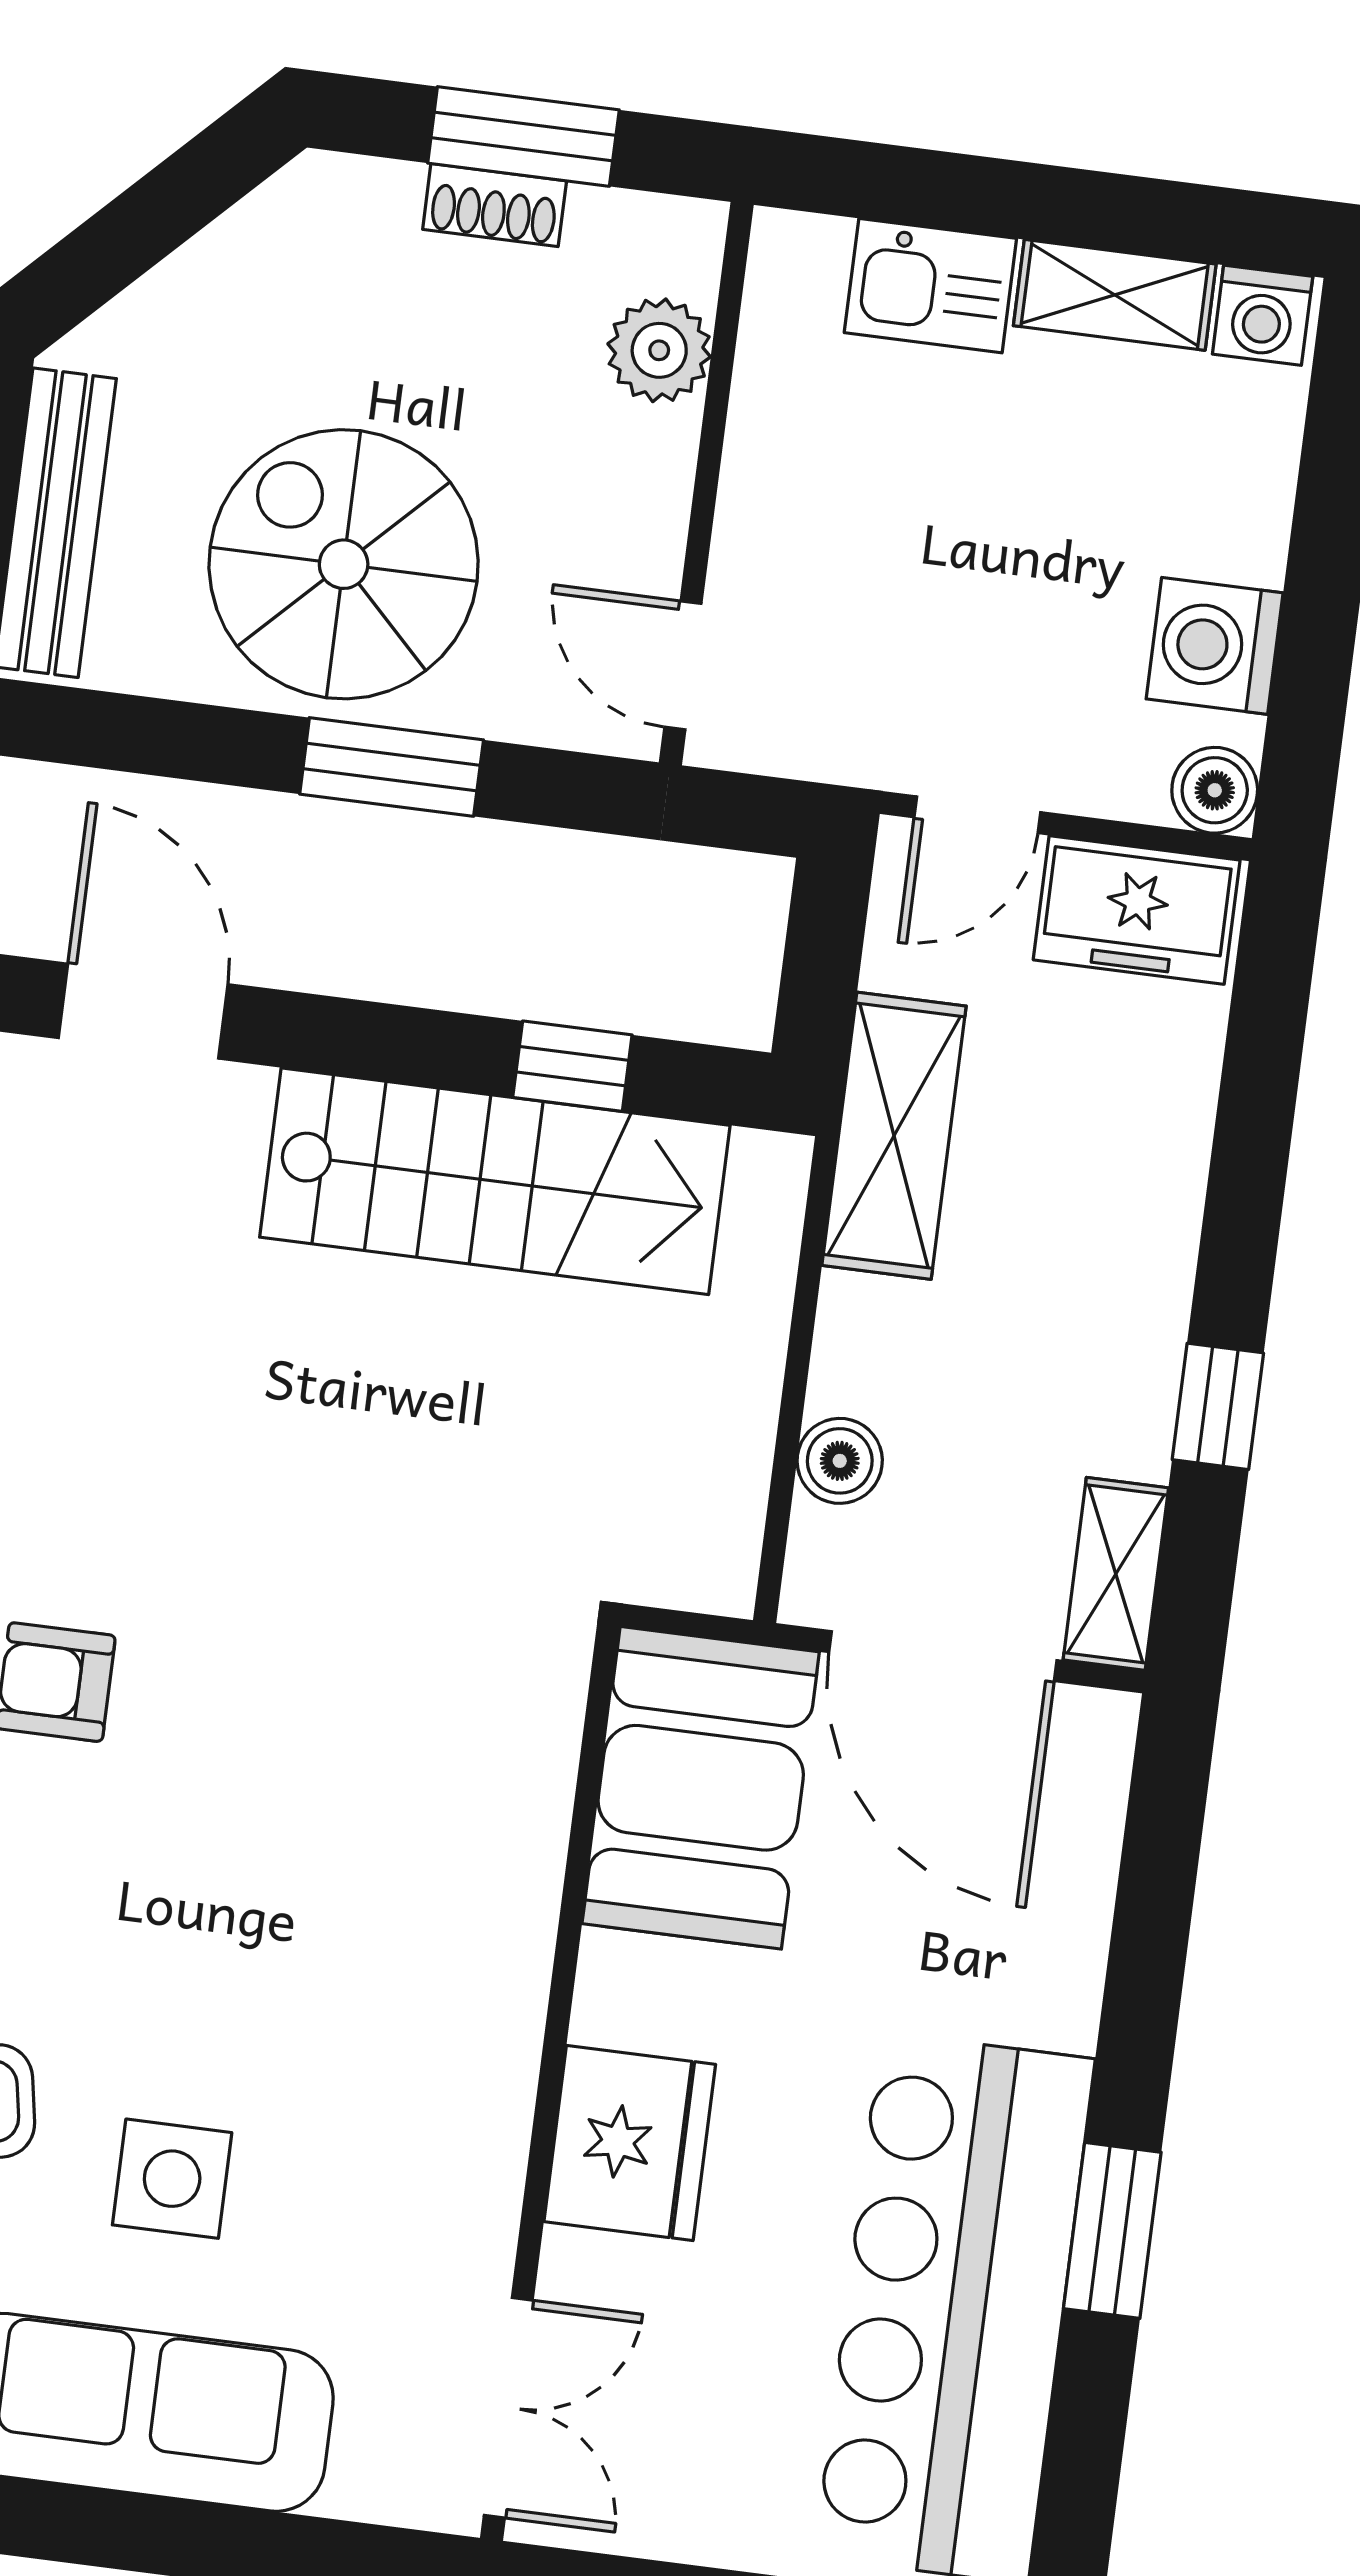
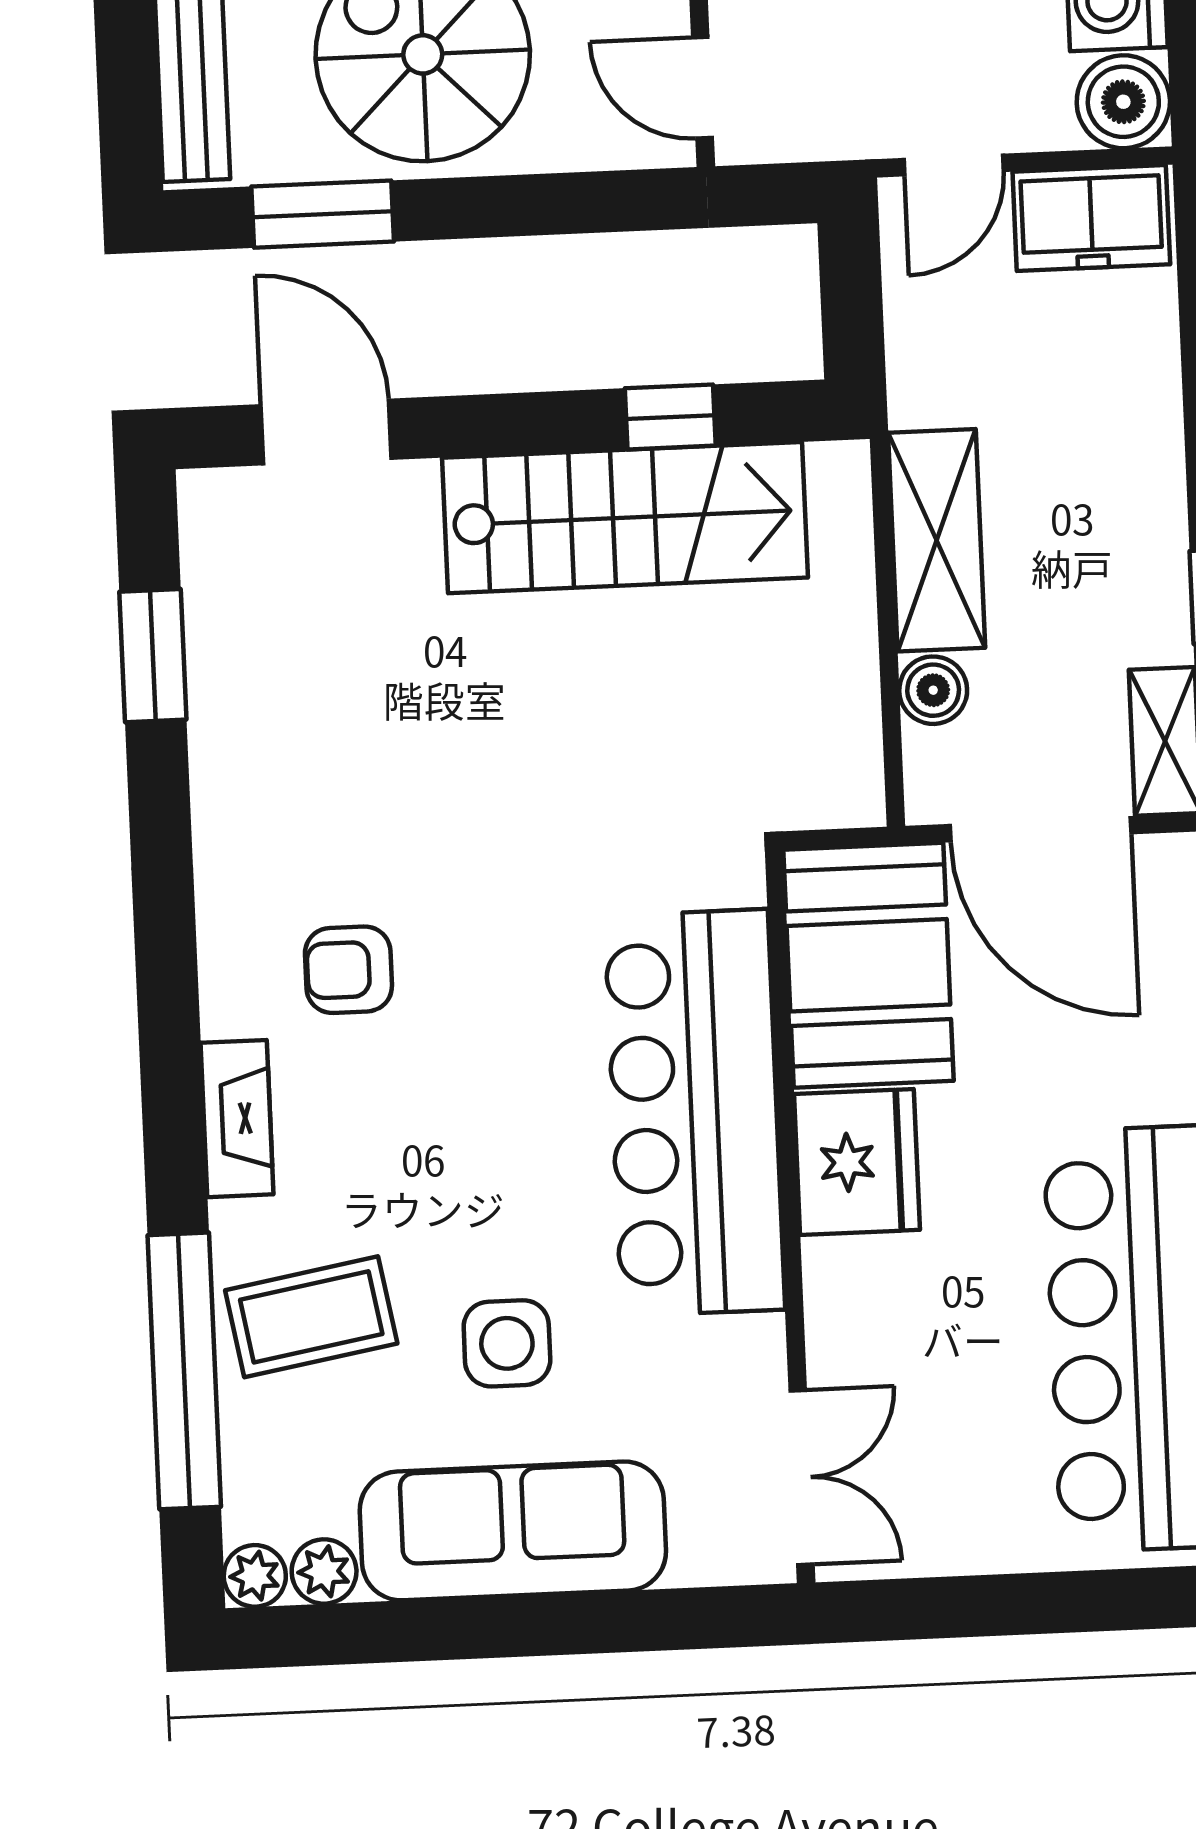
window: (392, 767) -> (323, 214), moved
boiler: (1215, 790) -> (1123, 102), width x1.36, depth x1.36
shelving: (894, 1136) -> (937, 540), moved
bar counter: (454, 1933) -> (695, 1113), added
fridge: (630, 2143) -> (857, 1162), moved

